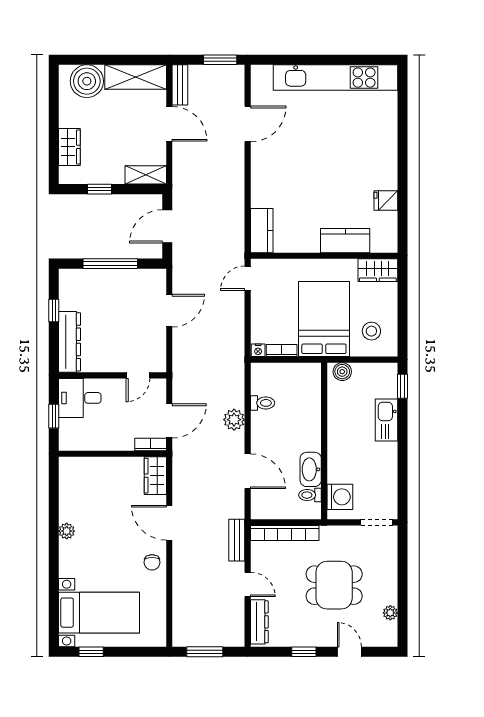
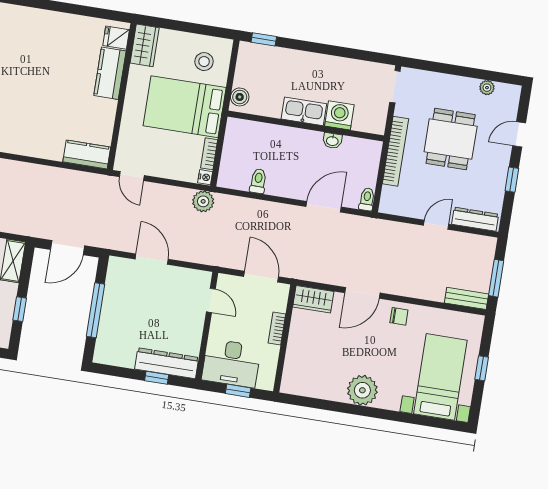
fridge: (386, 200) -> (116, 38), moved, turned 90
door: (167, 226) -> (67, 248), hinge flipped
window: (54, 311) -> (157, 378), moved
desk: (80, 398) -> (231, 363), width x1.37
plant: (234, 420) -> (203, 201), moved
kitchen sink: (386, 420) -> (304, 111), moved, turned 180
bookcase: (151, 444) -> (277, 329), moved
washbasin: (311, 469) -> (332, 141), width x0.52, depth x0.69
toilet: (310, 495) -> (367, 199), moved, turned 180
washing machine: (340, 497) -> (339, 115), moved
plant: (67, 531) -> (362, 390), width x1.87, depth x1.87
bookcase: (285, 533) -> (395, 151), moved
bench: (237, 540) -> (466, 298), moved
window: (91, 652) -> (482, 368), moved

